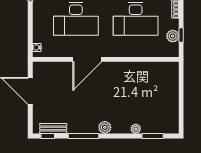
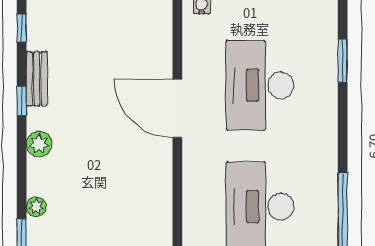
bench: (53, 129) -> (37, 79), moved
window: (83, 136) -> (22, 101), width x0.46

